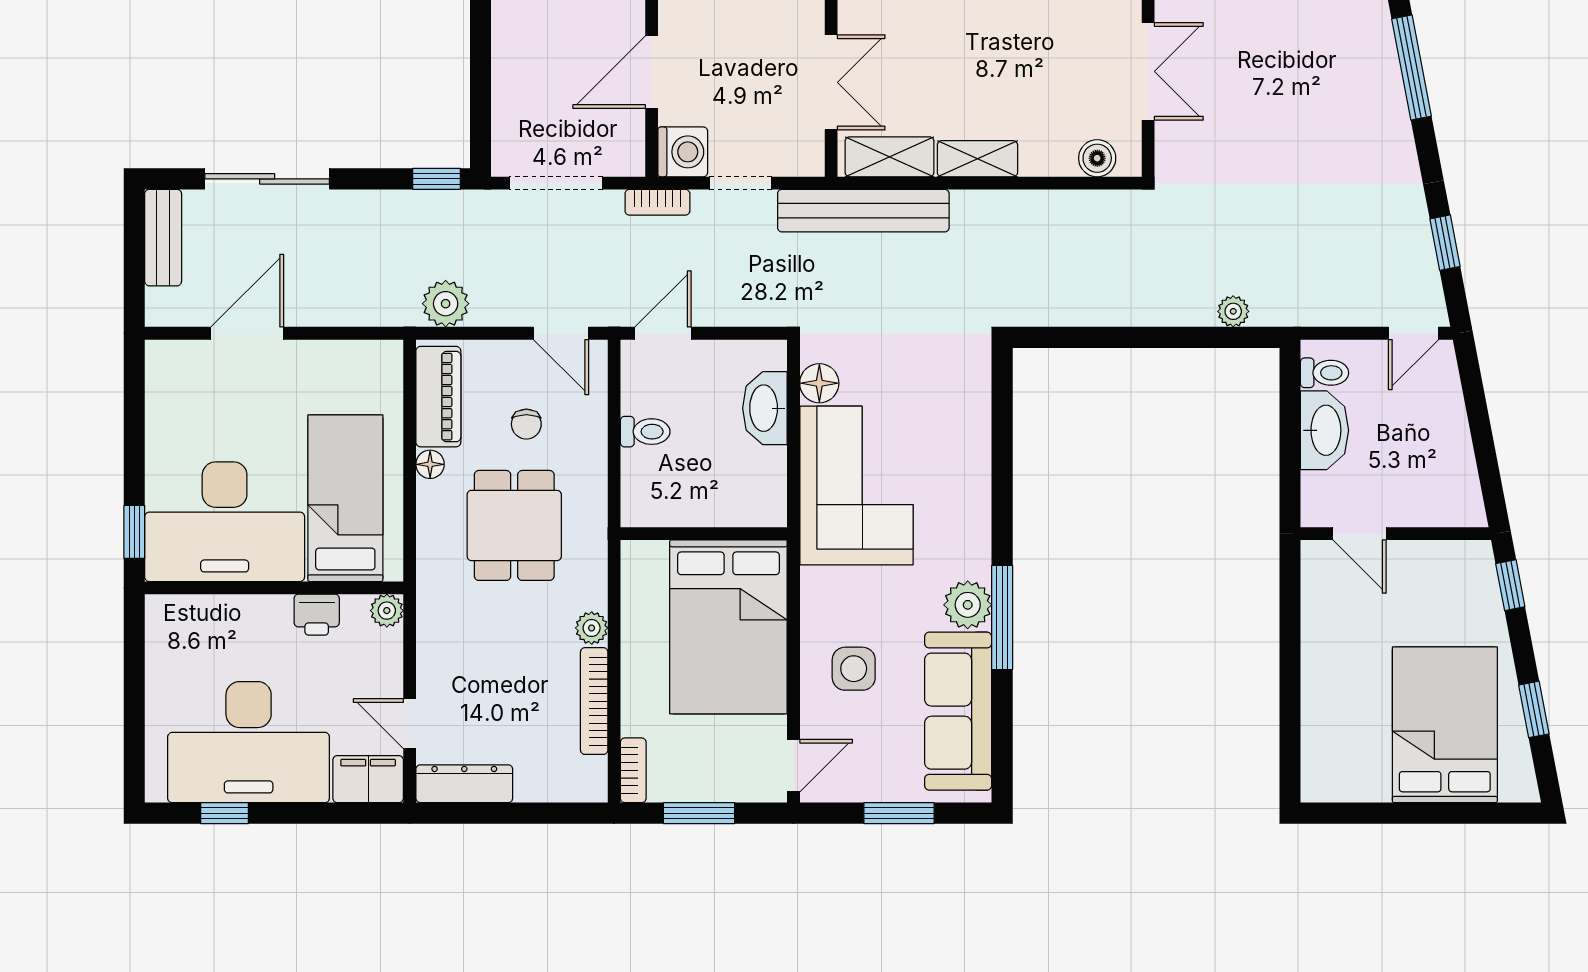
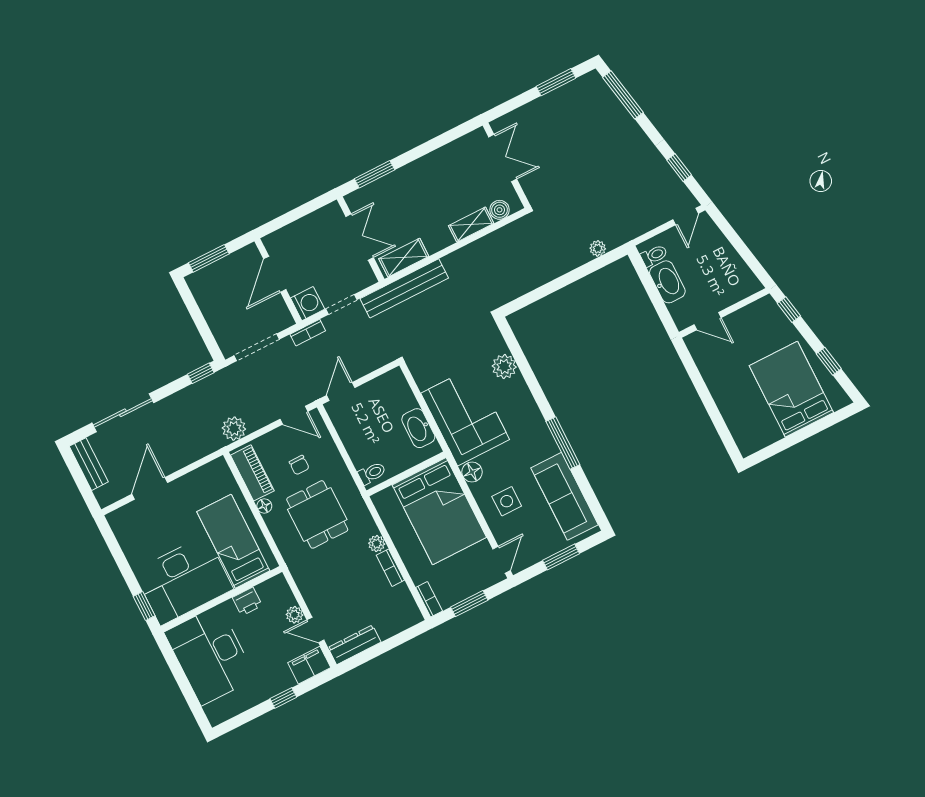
shelving: (977, 159) -> (471, 225), moved
floor lamp: (819, 383) -> (472, 472), moved
washbasin: (765, 408) -> (418, 428), moved
toilet: (645, 432) -> (372, 473), moved
plant: (968, 605) -> (504, 367), moved
plant: (387, 611) -> (294, 615), moved
bookcase: (594, 701) -> (390, 568), width x0.64
desk: (249, 742) -> (210, 655), moved, turned 90
window: (224, 813) -> (283, 698), moved

